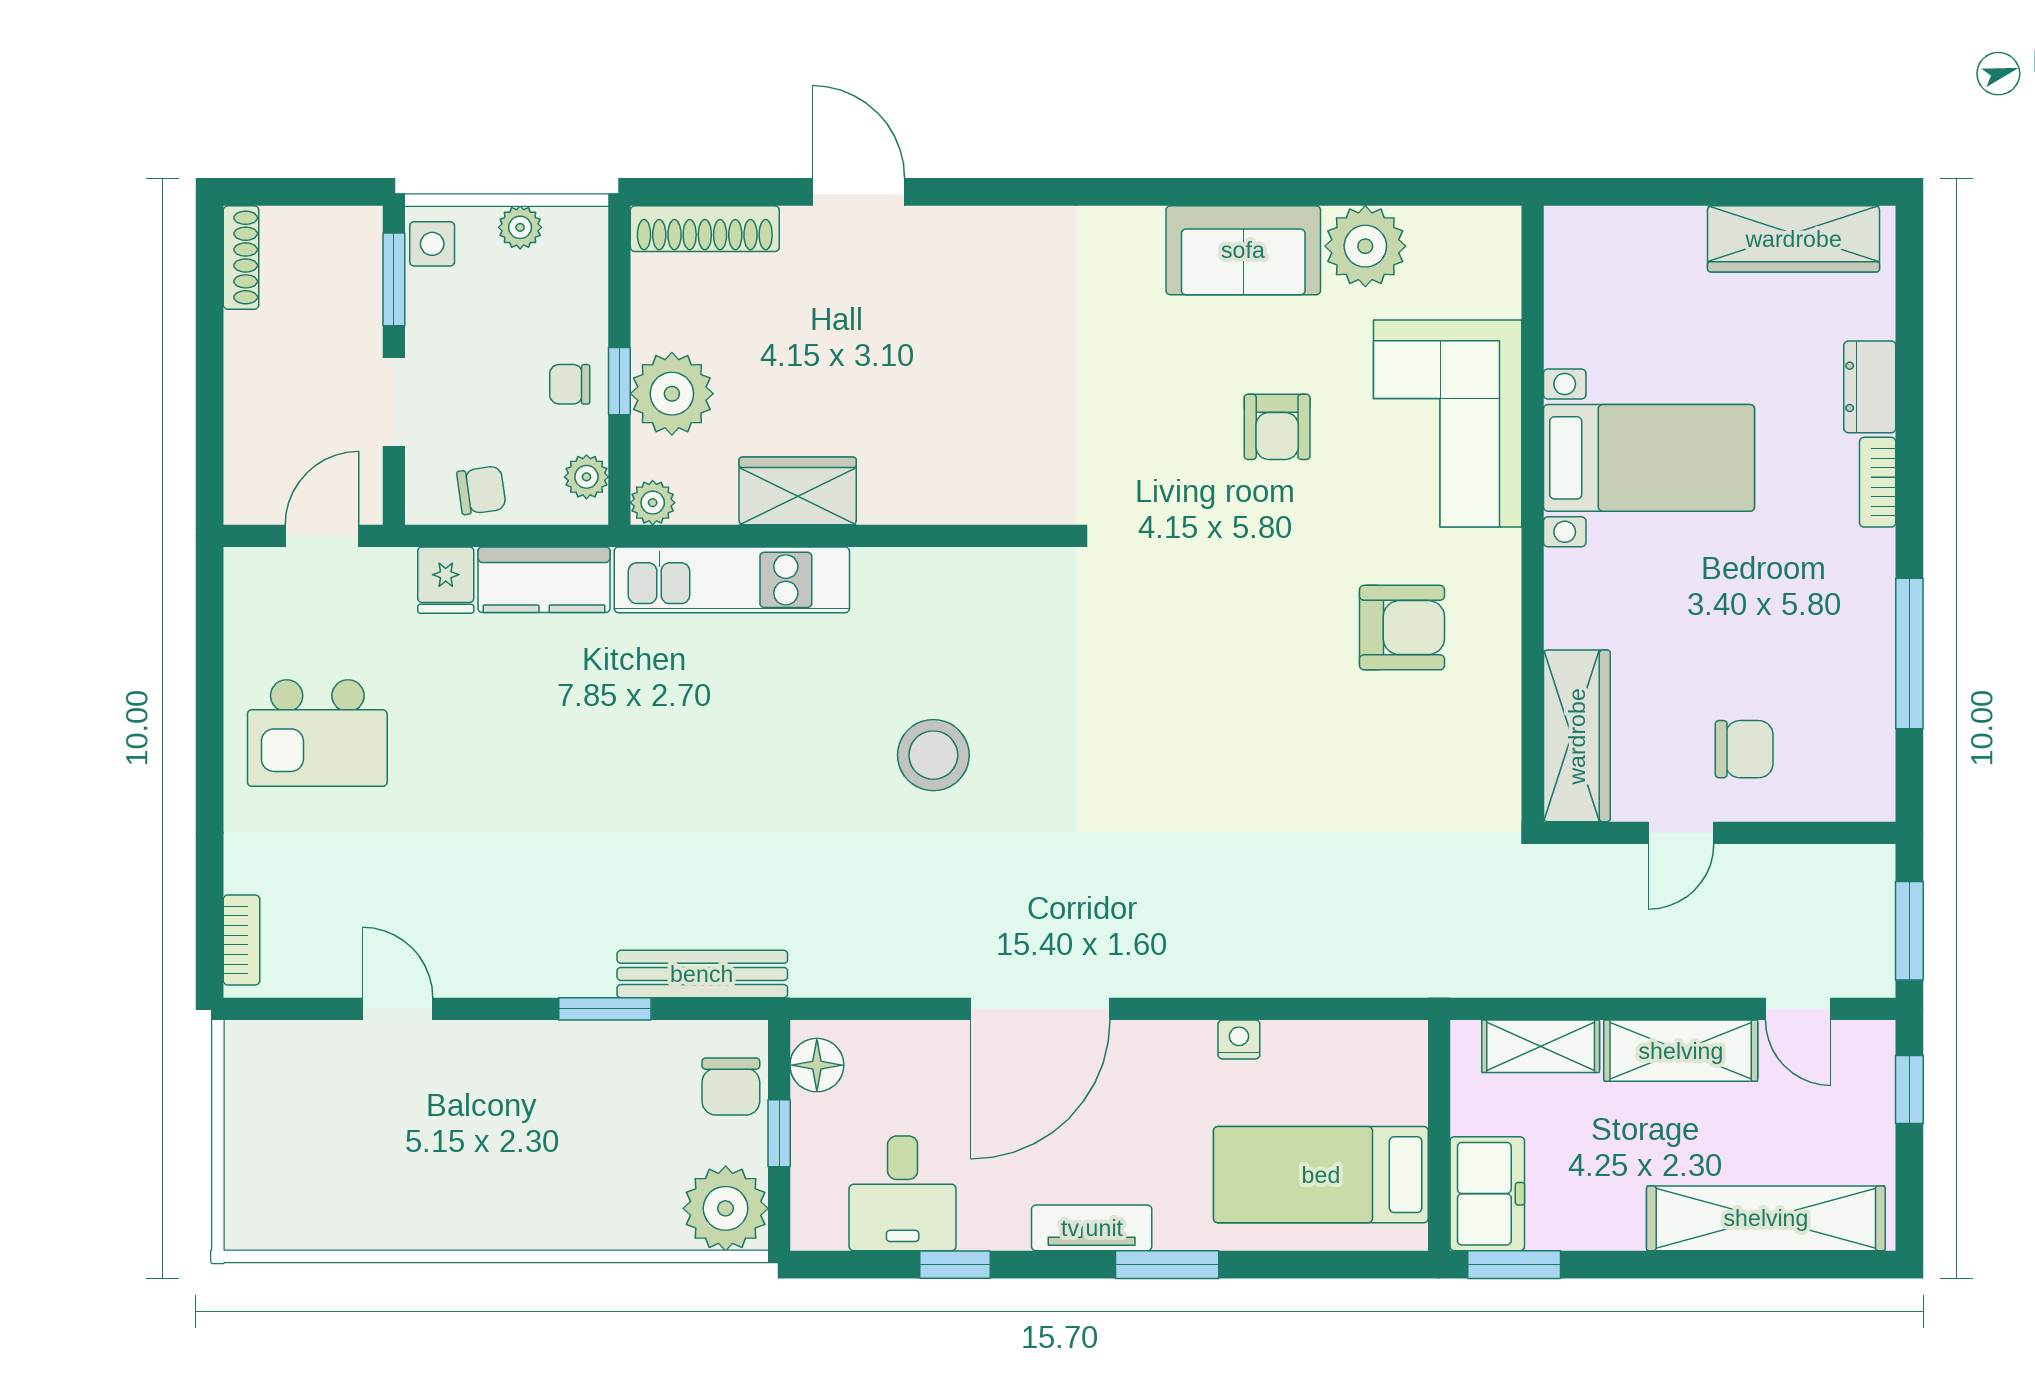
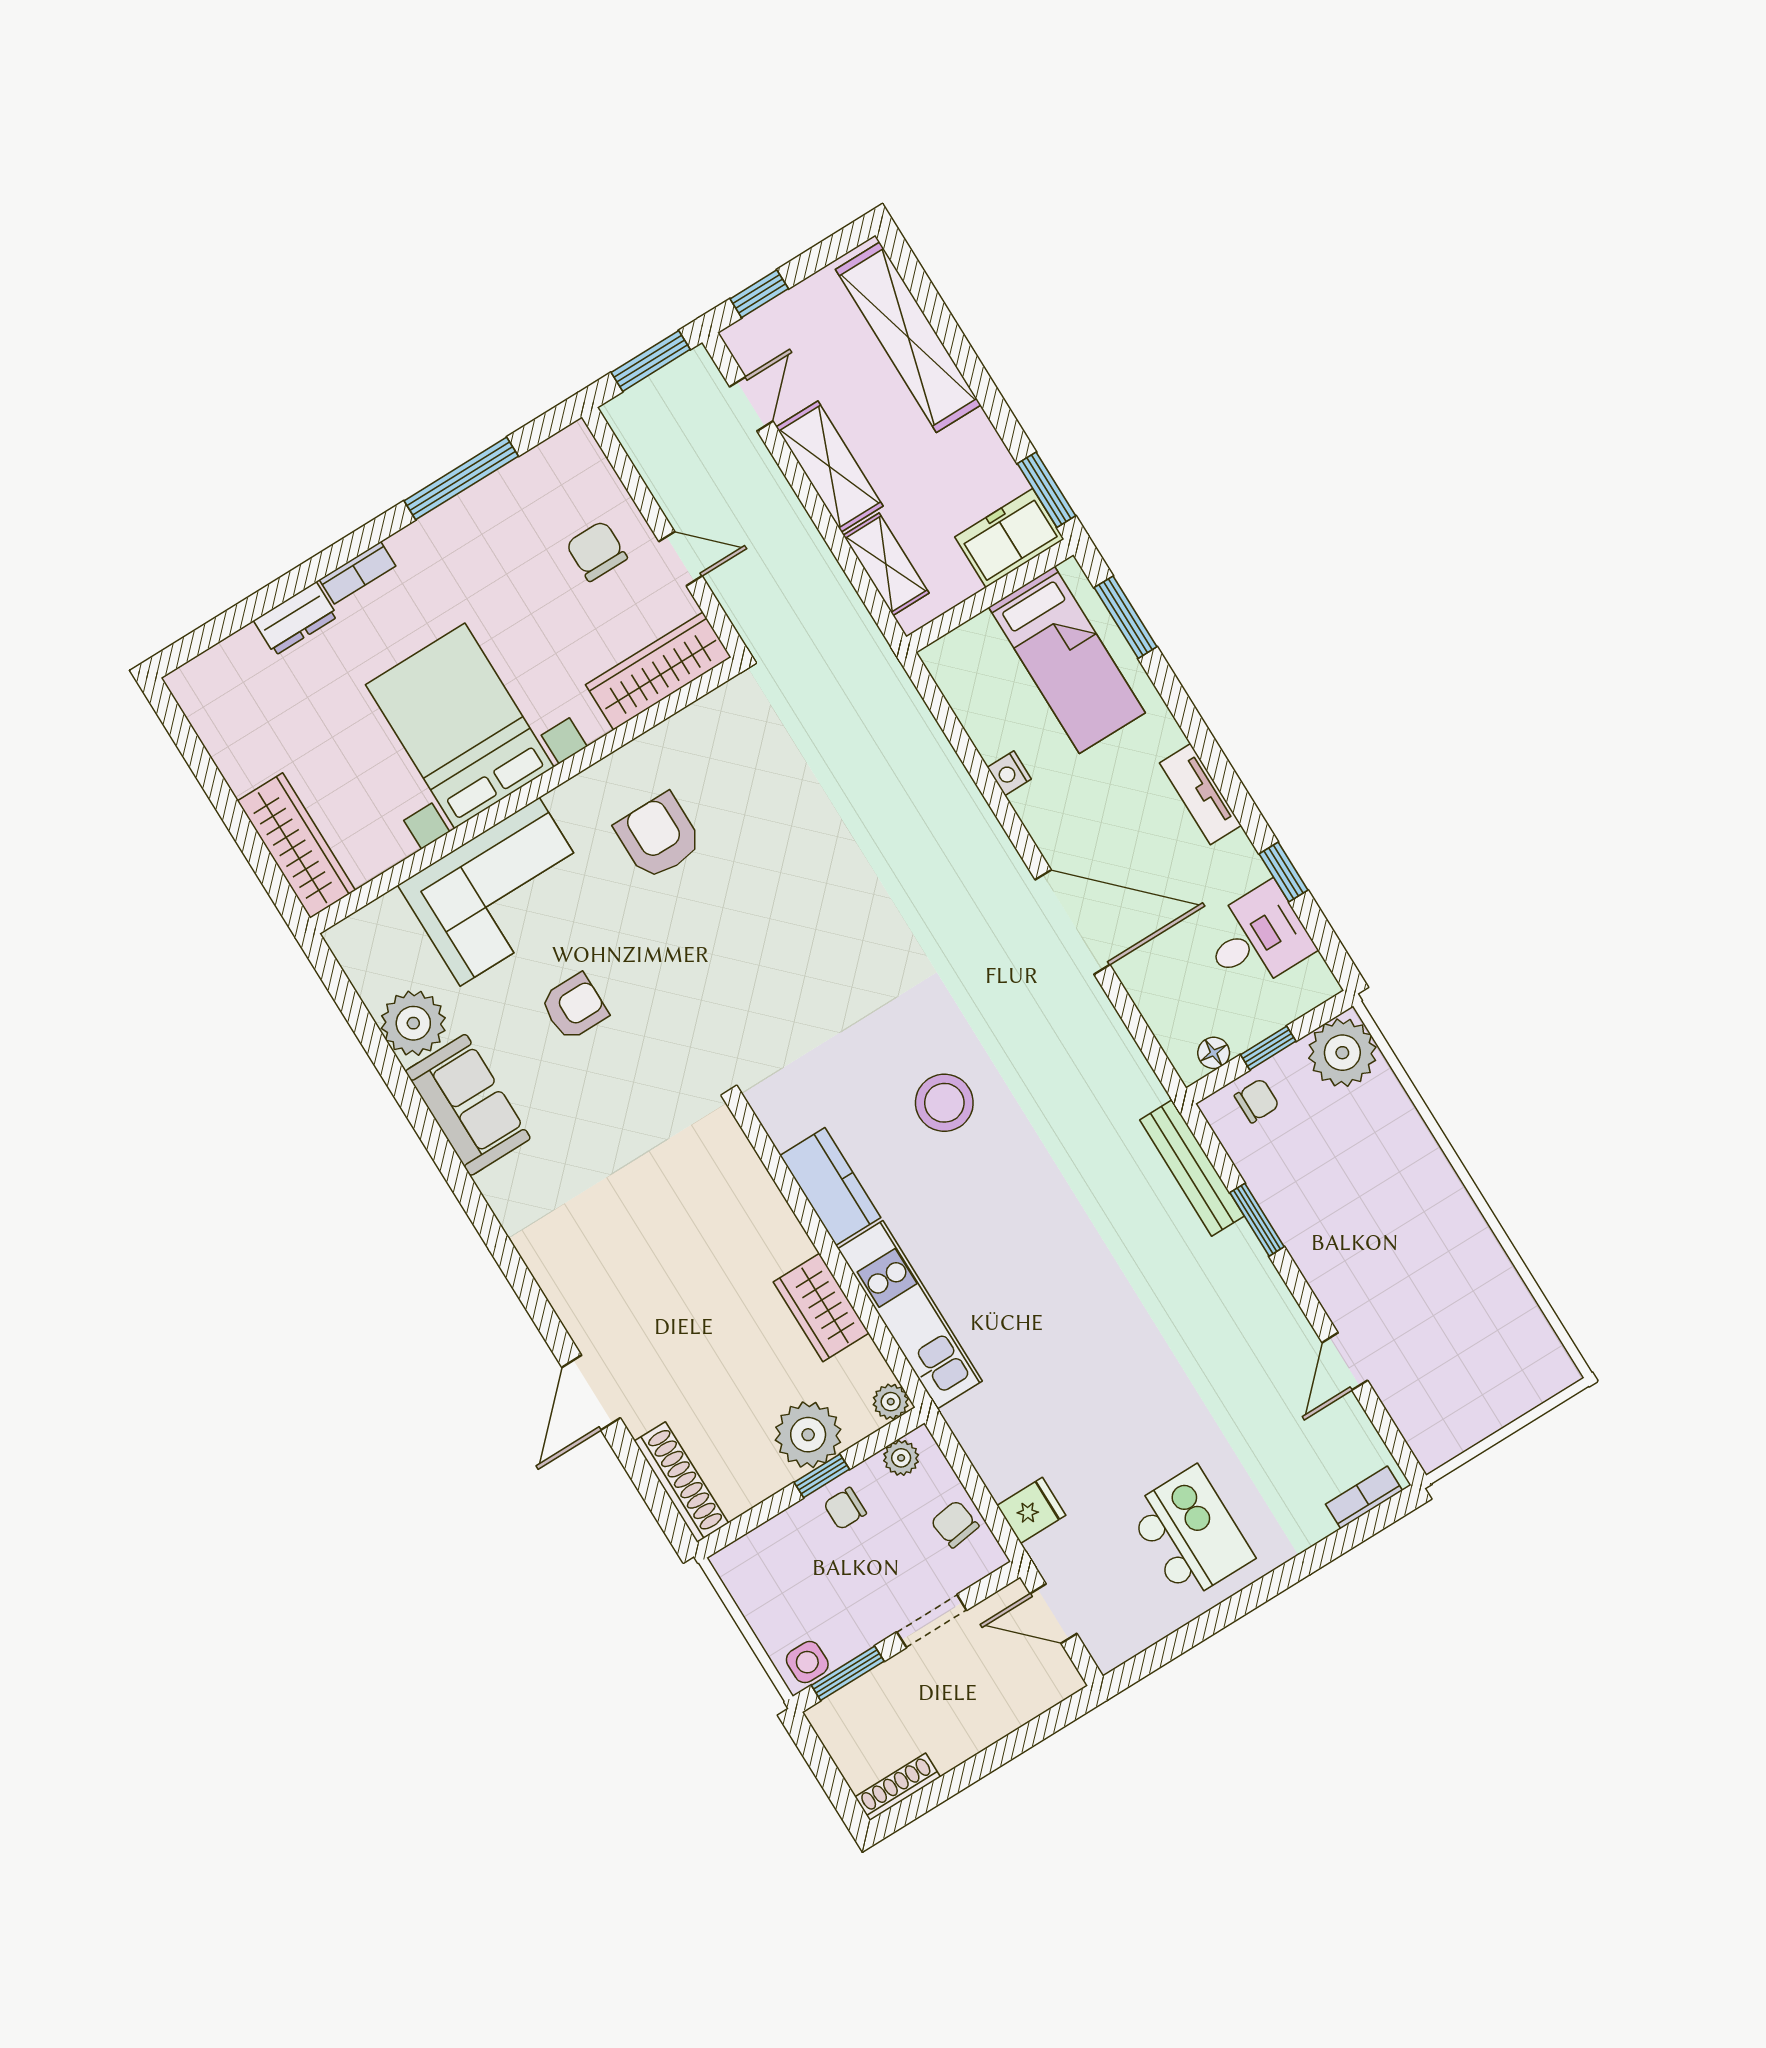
plant: (520, 227) -> (759, 1609), removed
wardrobe: (1794, 239) -> (296, 846), moved
chair: (570, 384) -> (845, 1509), turned 90
bed with nightstands: (1649, 458) -> (460, 726), width x1.36
kitchen counter: (544, 580) -> (830, 1186), moved
floor lamp: (817, 1065) -> (1214, 1053), width x0.73, depth x0.73
chair: (731, 1087) -> (1257, 1101), width x0.73, depth x0.73
window: (1167, 1265) -> (1126, 617), moved

